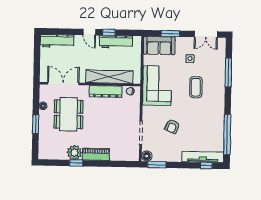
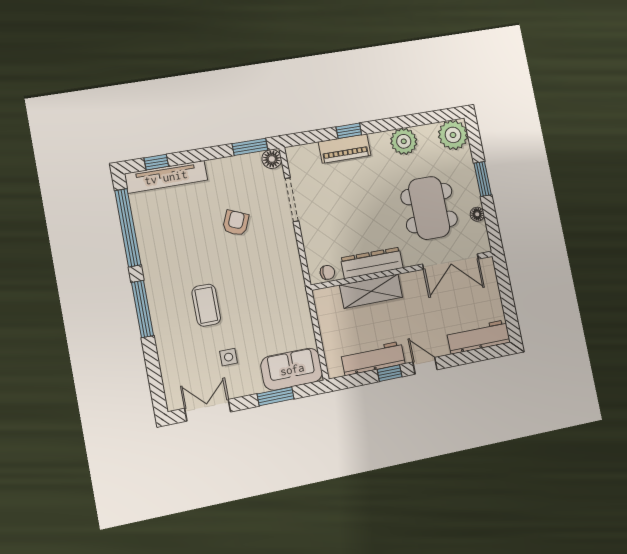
window: (228, 72) -> (142, 309), moved
shelving: (109, 77) -> (371, 291), width x0.68
corner sofa: (157, 86) -> (280, 293), removed
plant: (47, 151) -> (453, 135), added
piano: (96, 154) -> (345, 149), moved
window: (76, 163) -> (349, 131), moved

